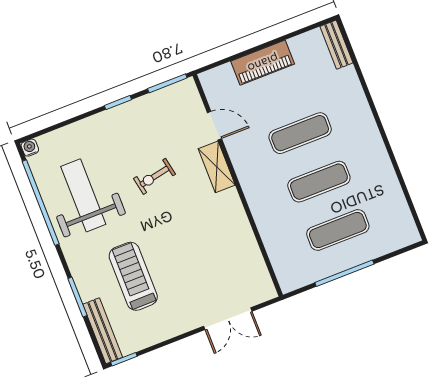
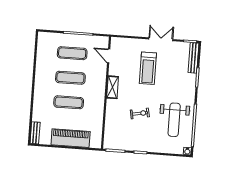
piano: (263, 63) -> (71, 138), width x1.37, depth x1.33
door: (214, 126) -> (109, 56), moved
shelving: (217, 167) -> (113, 87), moved
treadmill: (133, 276) -> (148, 68), moved
double door: (228, 319) -> (161, 39), moved

